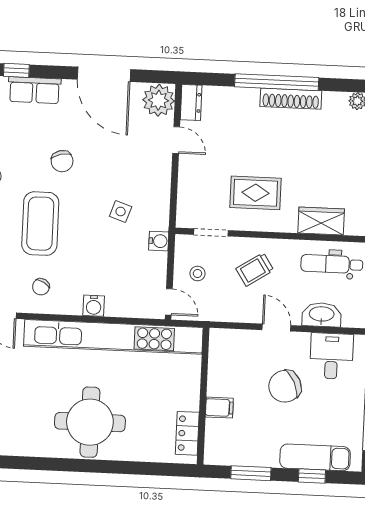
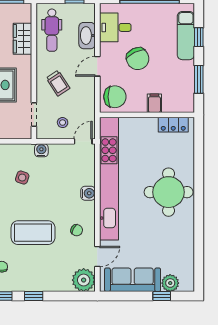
chair: (231, 351) -> (115, 97), added

